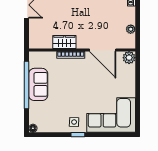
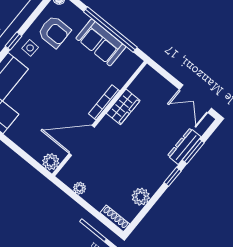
armchair: (54, 116) -> (54, 32), added

